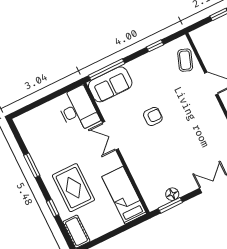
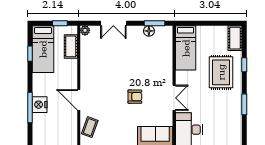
armchair: (153, 116) -> (135, 97), turned 180

